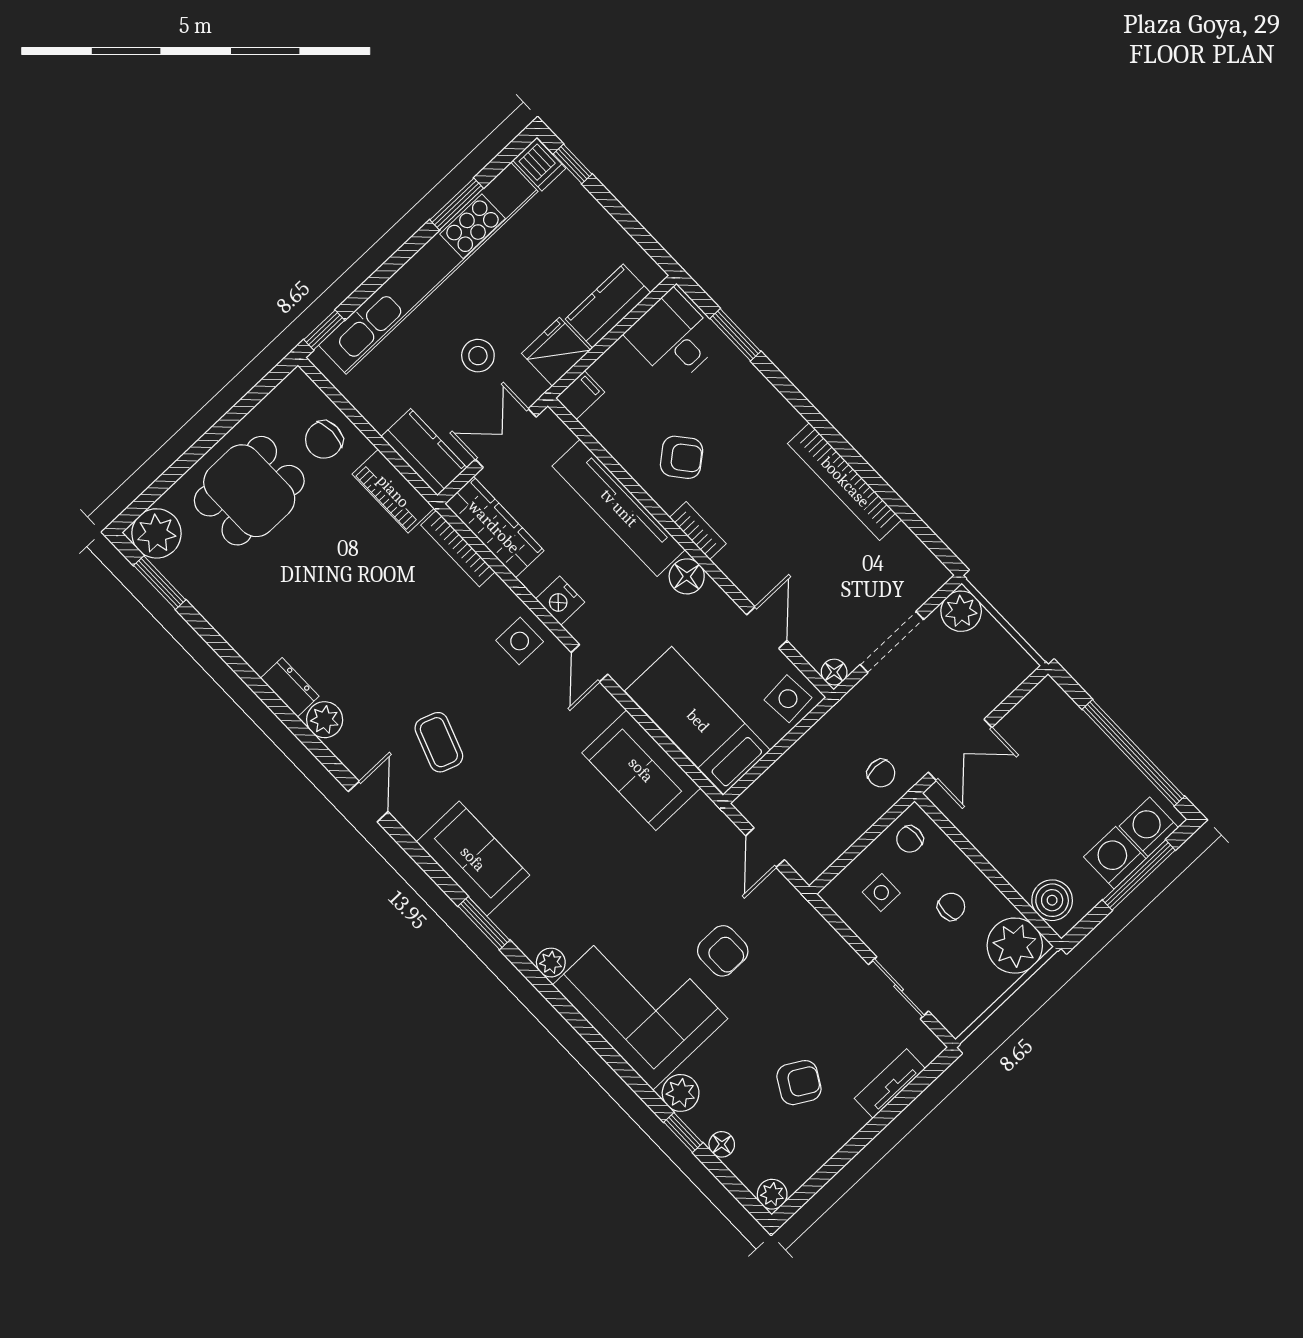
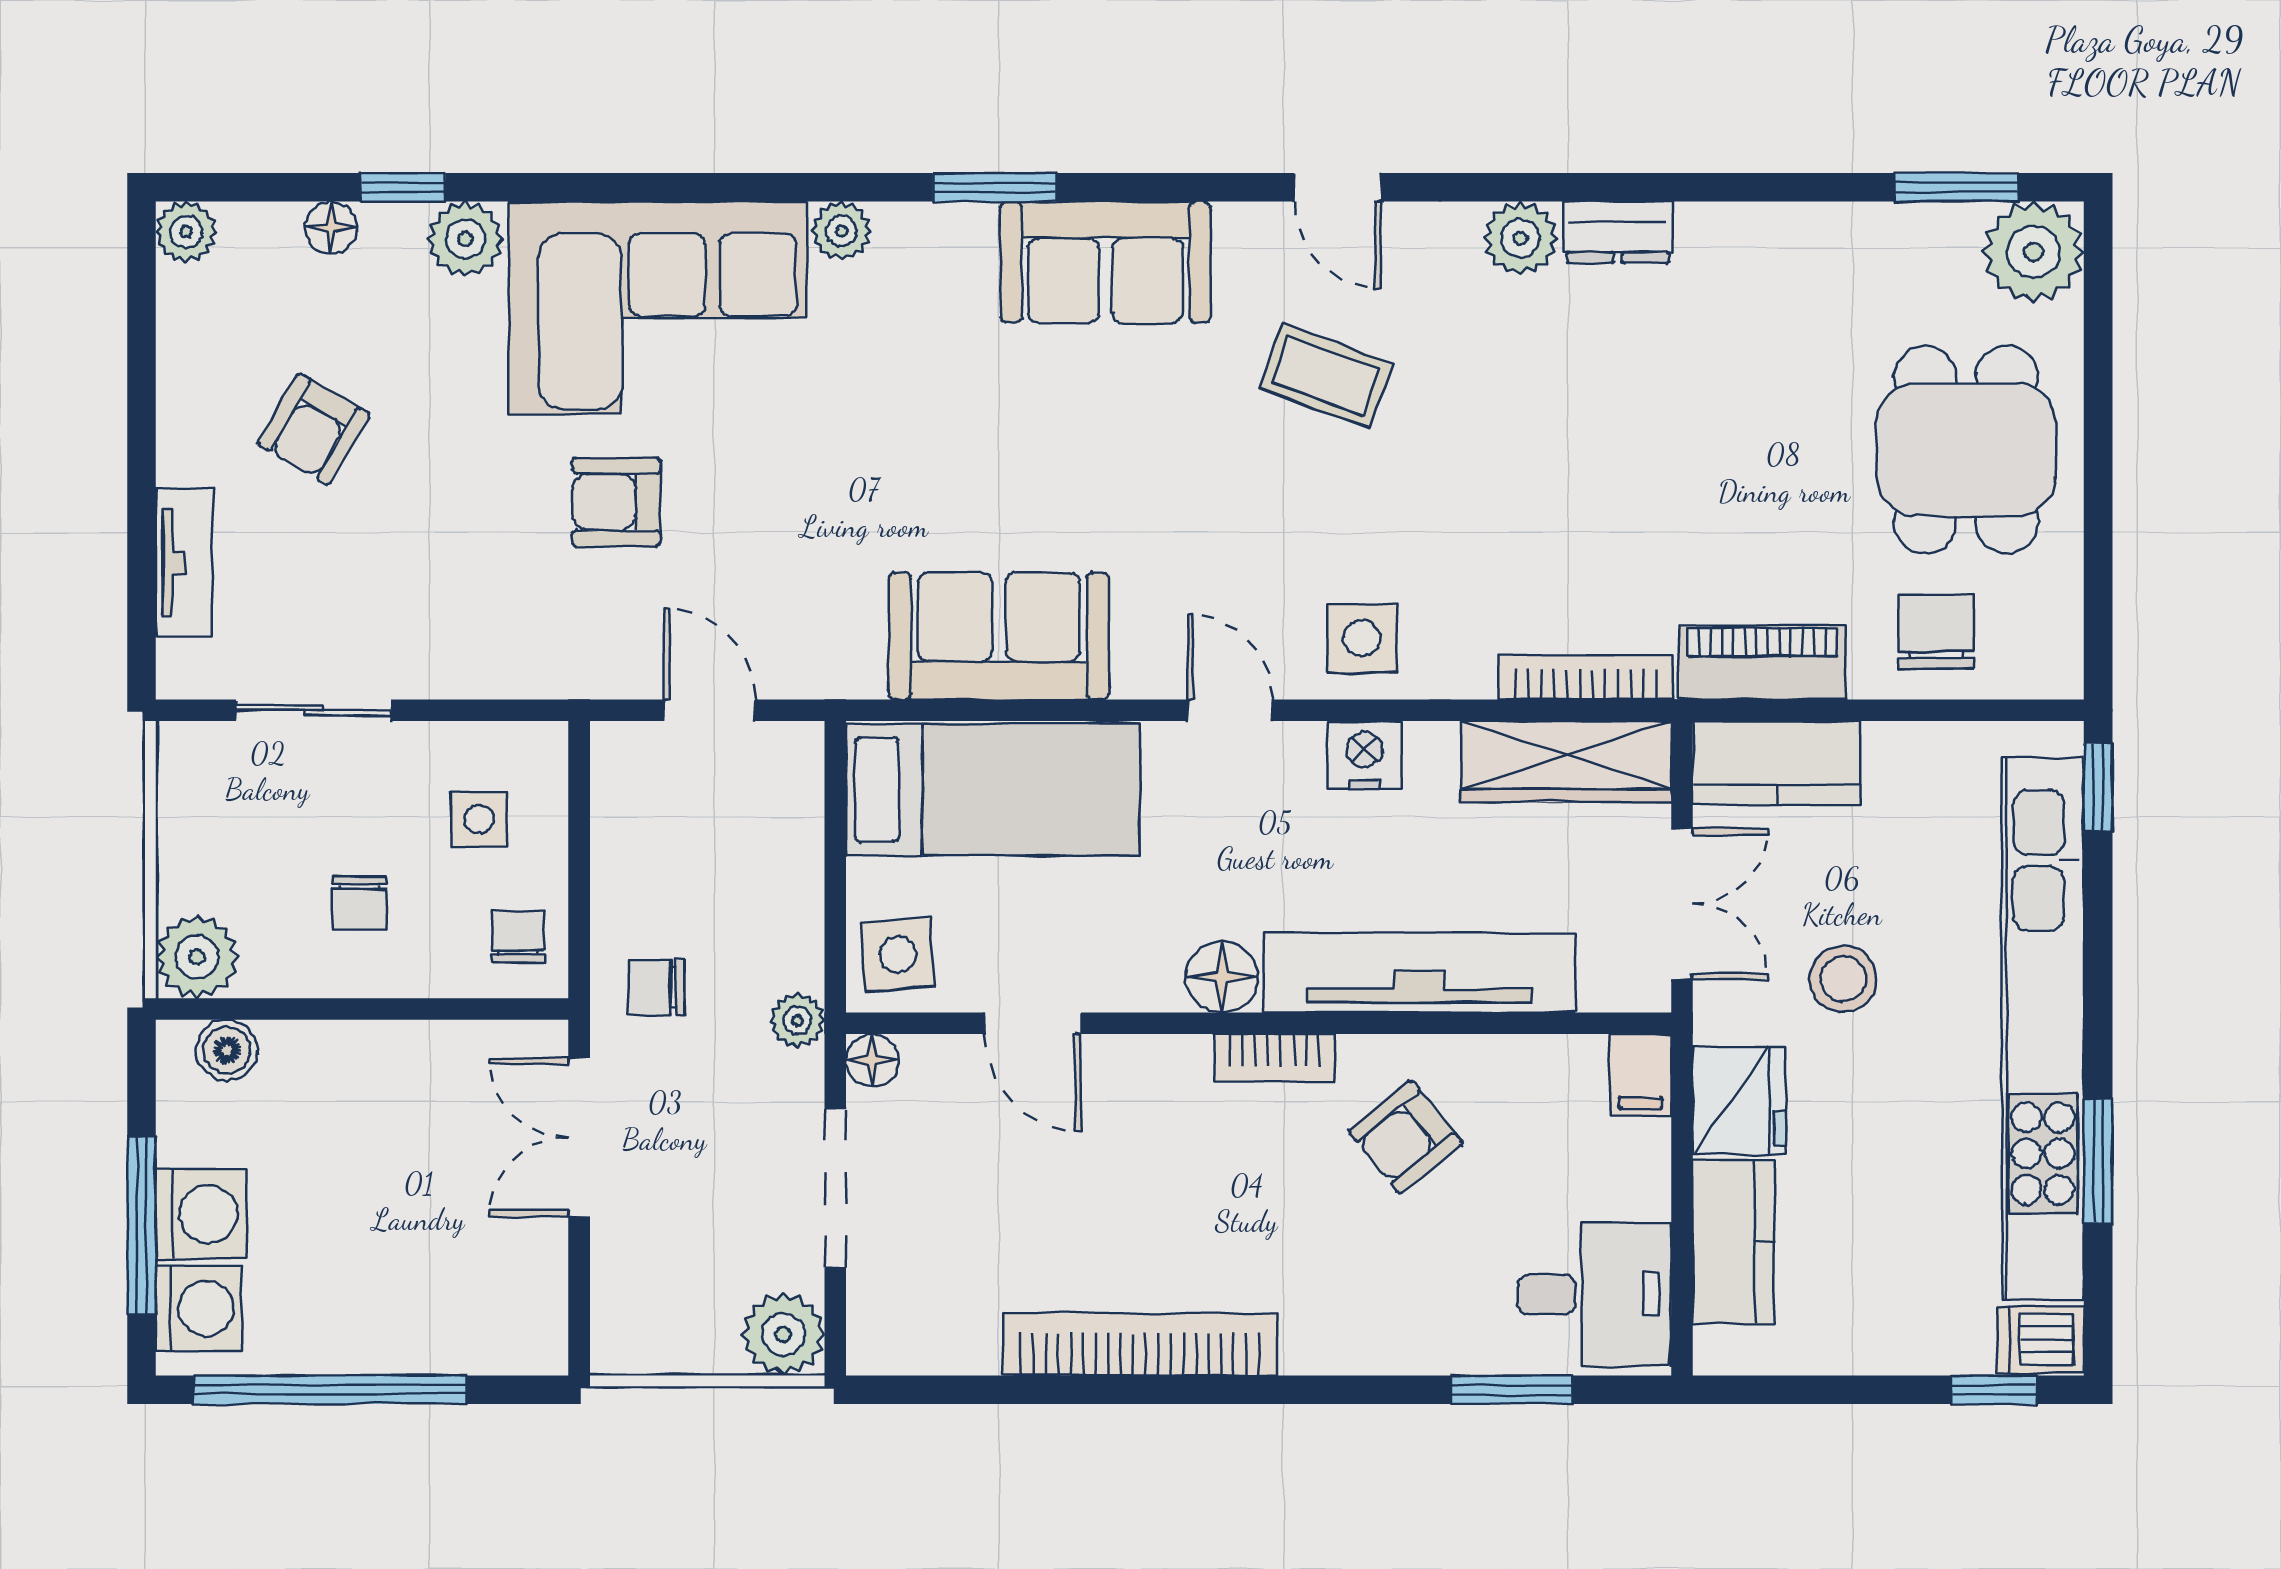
plant: (845, 712) -> (797, 1020), added
boiler: (1052, 900) -> (227, 1050), width x0.73, depth x0.73
plant: (1015, 946) -> (197, 957), width x0.73, depth x0.73

